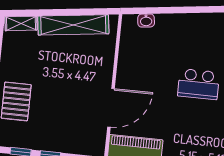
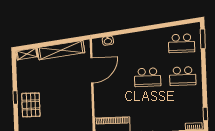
door: (111, 108) -> (92, 70), moved

